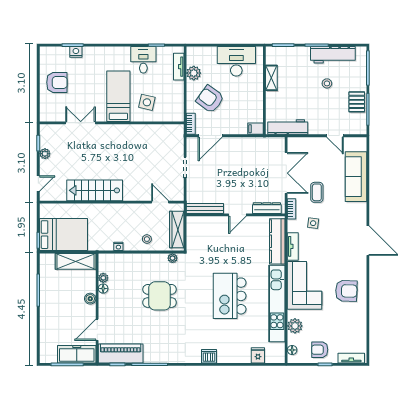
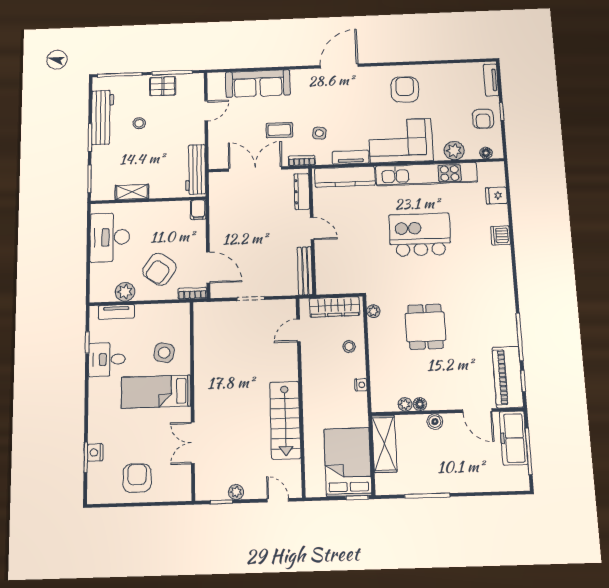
kitchen island: (230, 296) -> (420, 235), turned 180
dishwasher: (209, 356) -> (501, 235), moved

